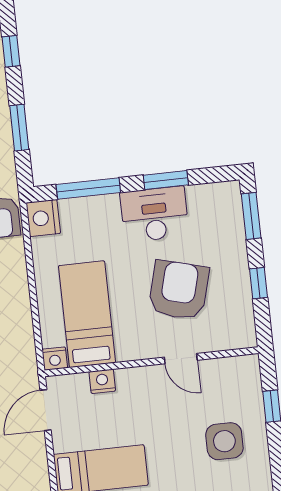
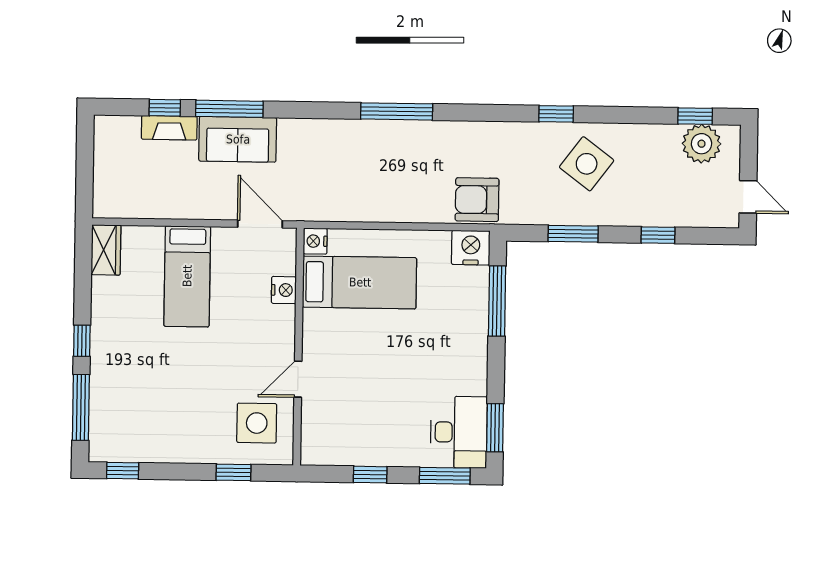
window: (166, 180) -> (495, 428), moved
desk: (154, 214) -> (459, 432), moved
armchair: (179, 290) -> (373, 386), removed
side table: (224, 441) -> (257, 423), moved

